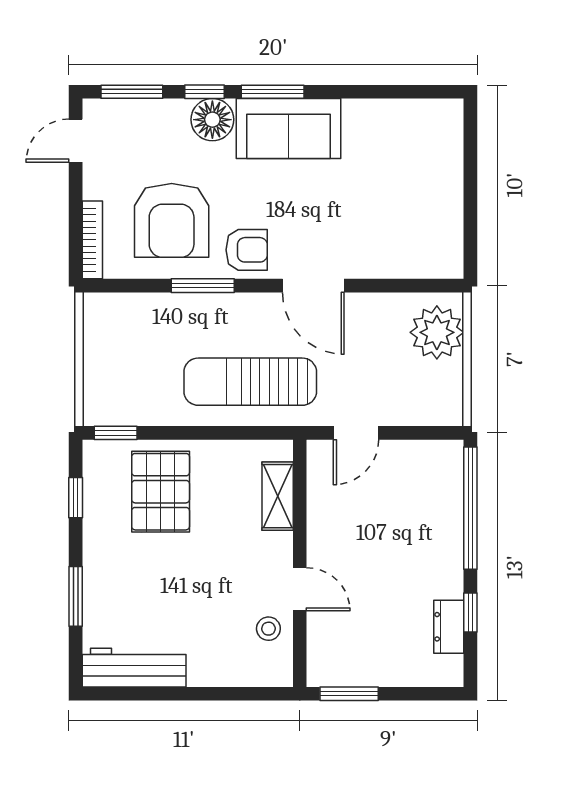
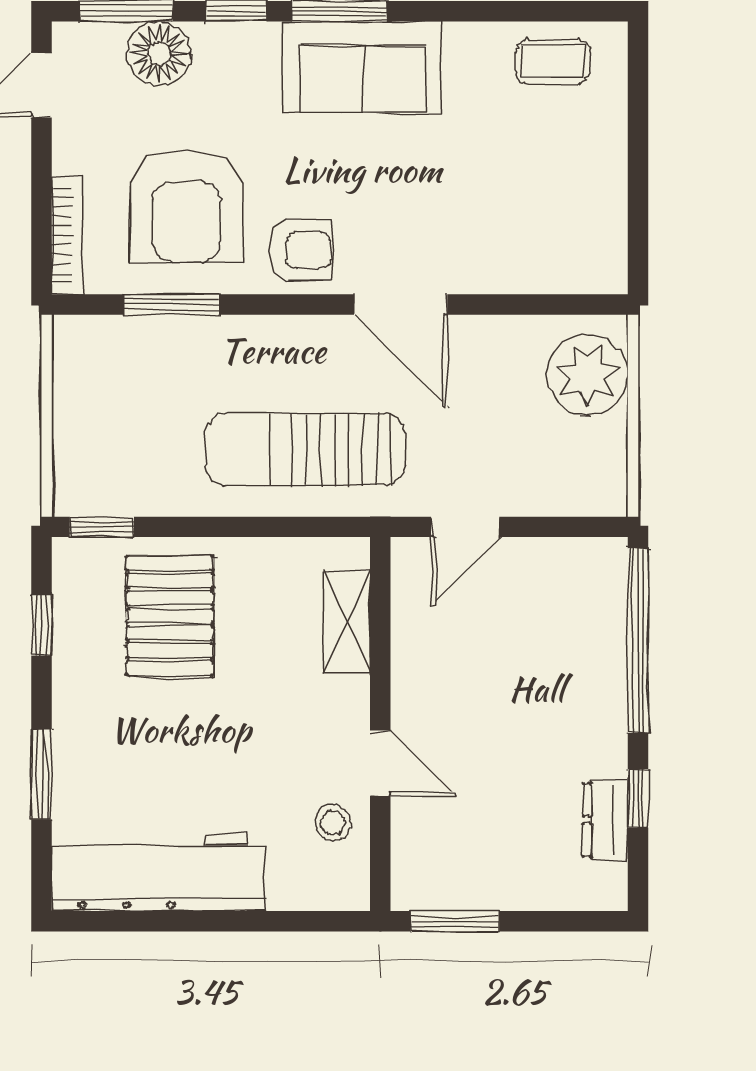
floor lamp: (212, 120) -> (159, 53), moved
coffee table: (414, 125) -> (553, 62), added
window: (203, 286) -> (171, 304), moved
workbench: (134, 668) -> (158, 872), width x1.36, depth x1.32

